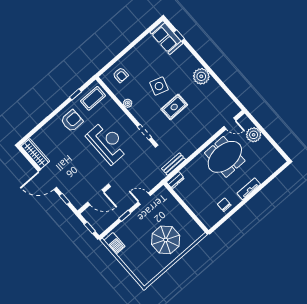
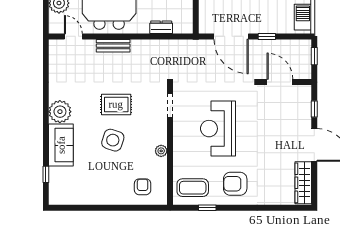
sofa: (166, 38) -> (61, 145), moved
bench: (174, 164) -> (113, 46), moved
dresser: (175, 180) -> (161, 27), moved
door: (144, 199) -> (231, 36), width x1.88

